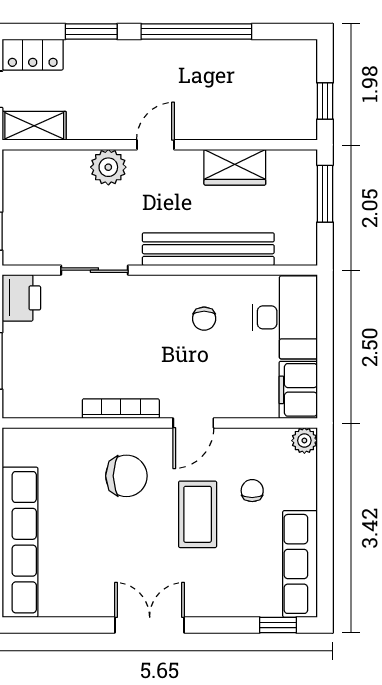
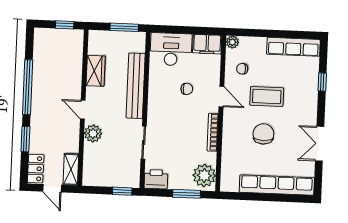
window: (325, 194) -> (124, 27), moved
chair: (204, 319) -> (187, 89), moved
plant: (33, 395) -> (204, 175), added
chair: (126, 476) -> (263, 134), moved
chair: (252, 491) -> (242, 69), moved
double door: (150, 625) -> (320, 144), moved
window: (278, 625) -> (322, 82), moved

